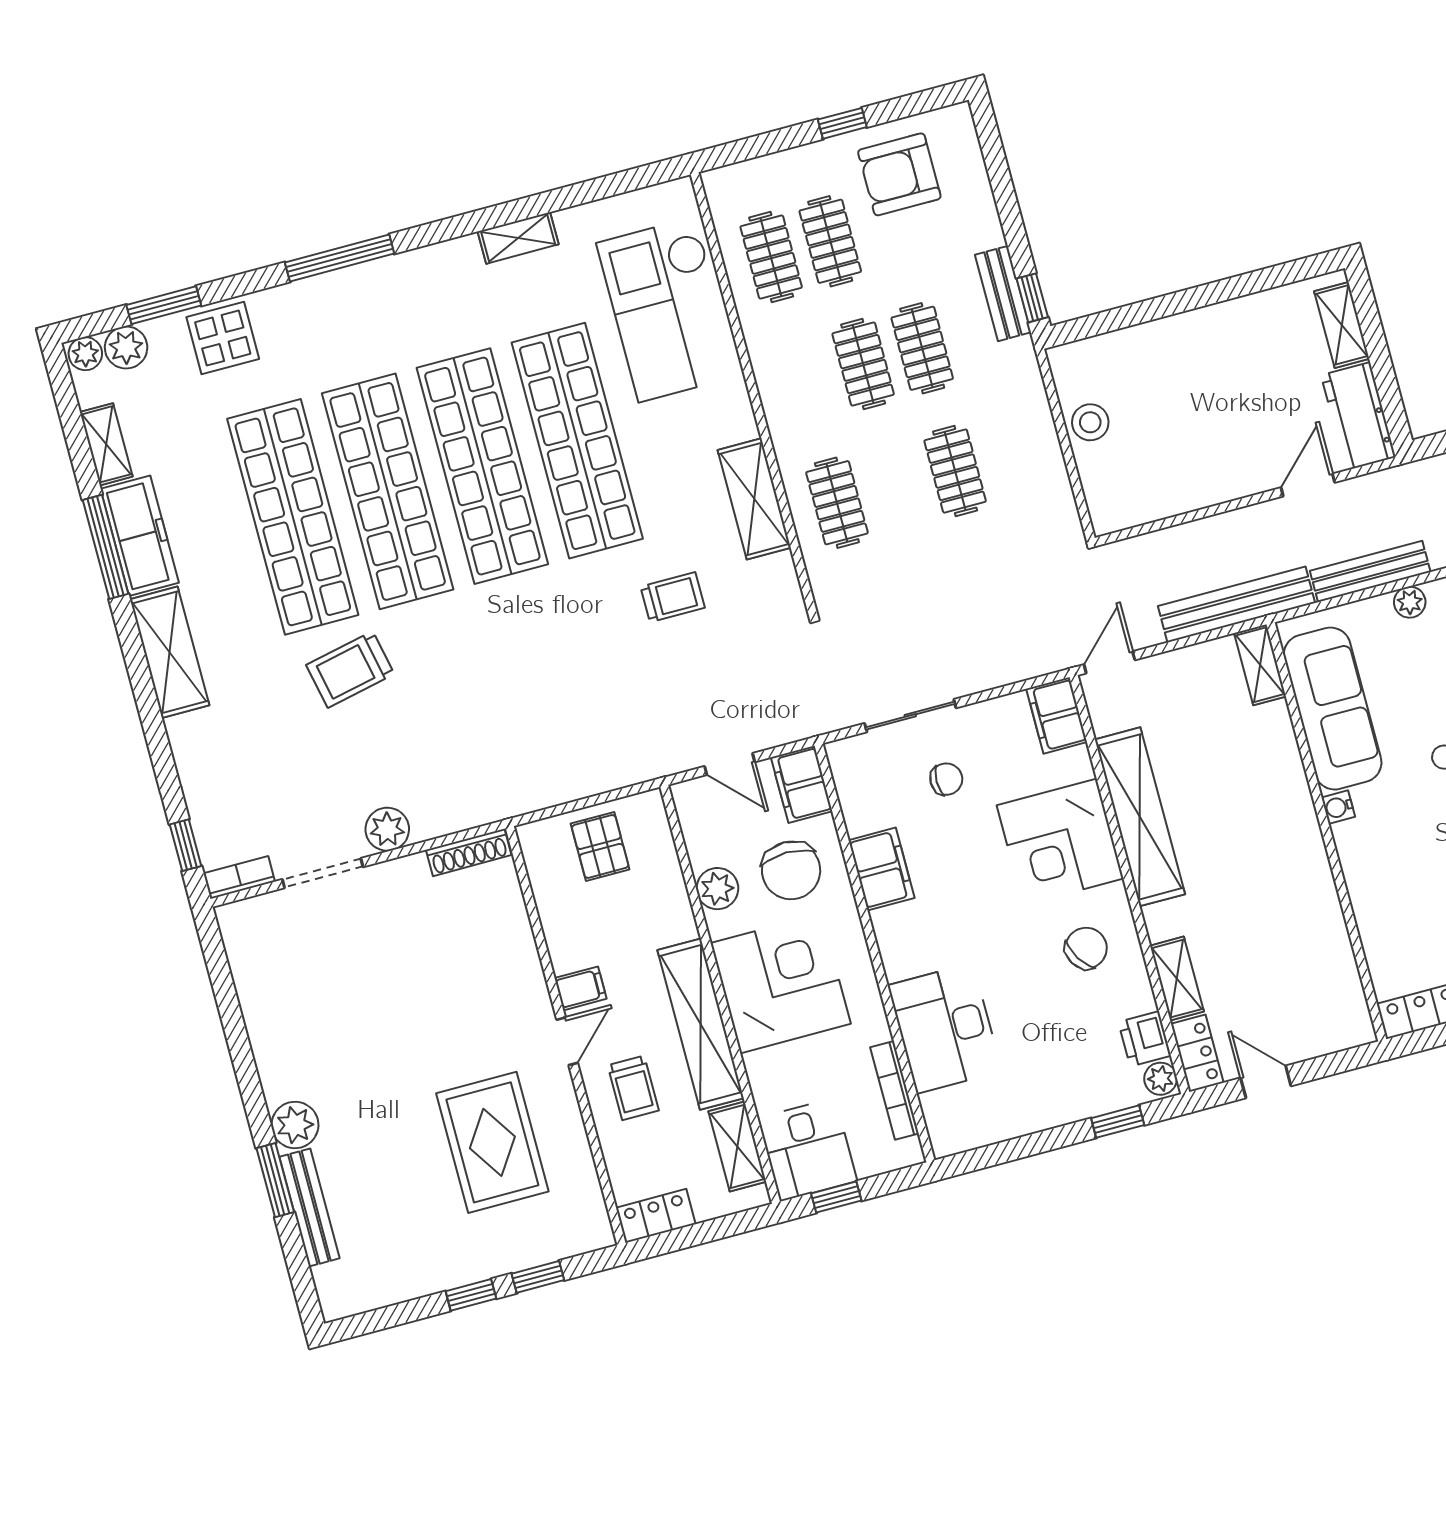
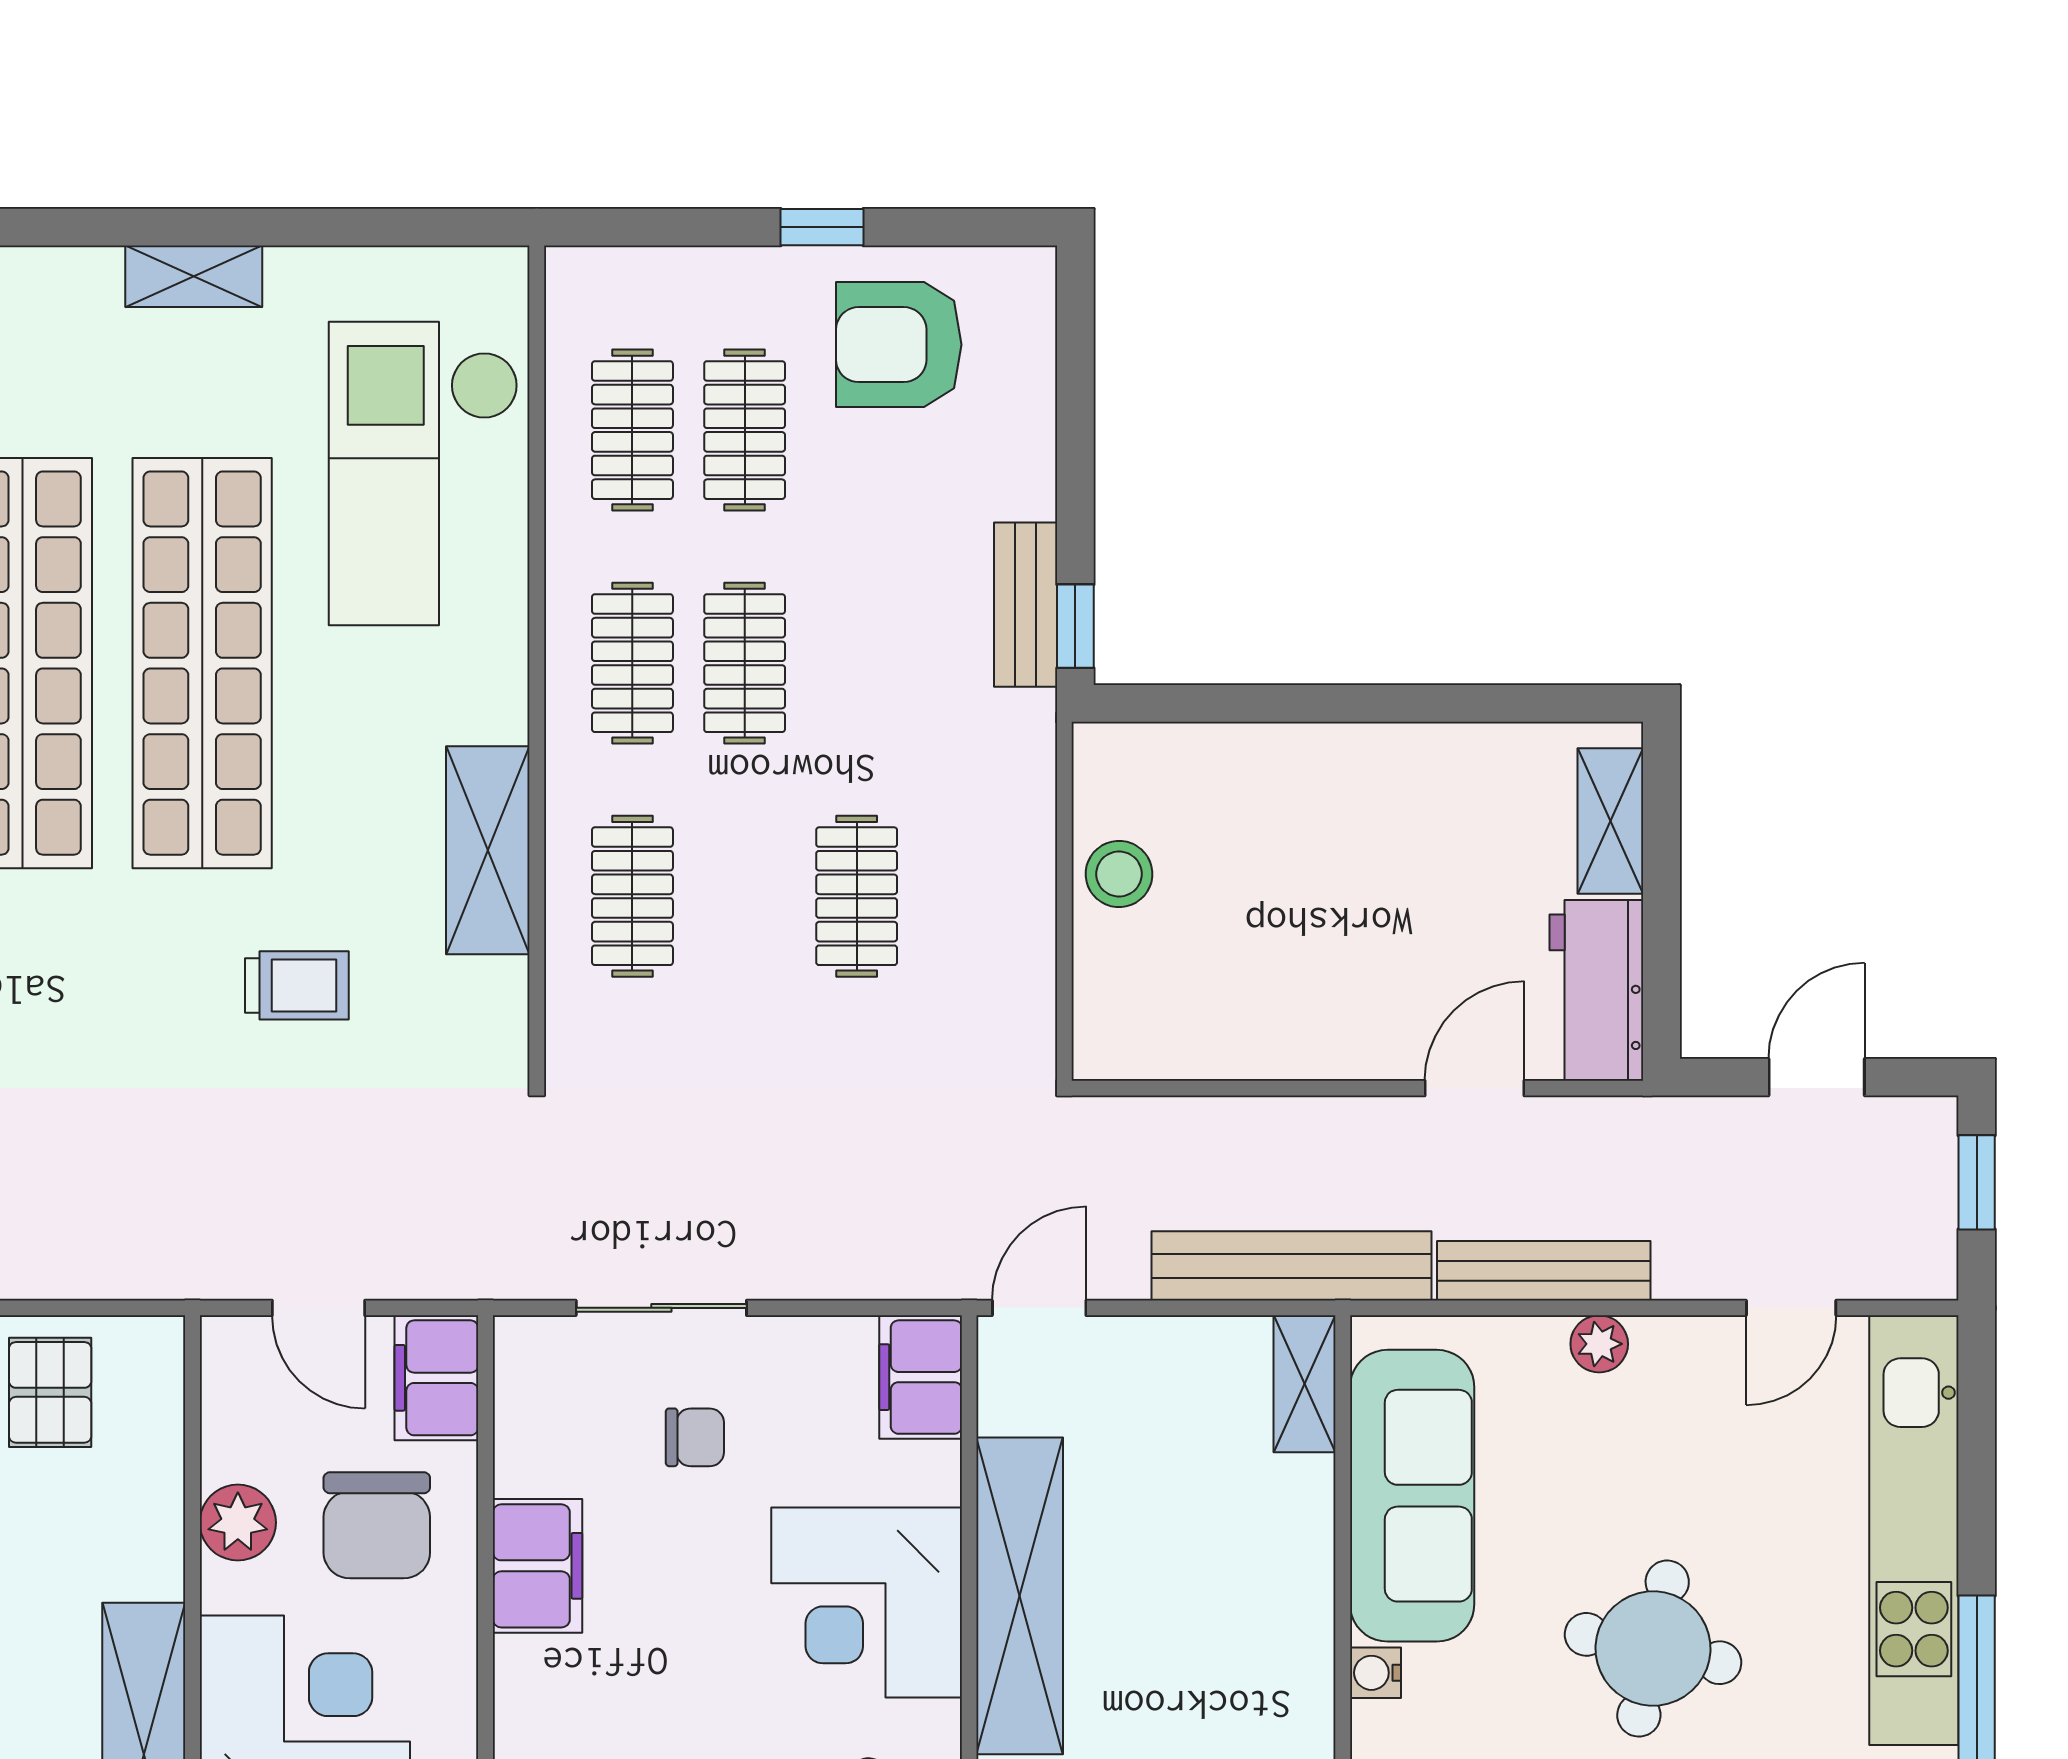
clothes rail: (922, 348) -> (632, 663), moved

